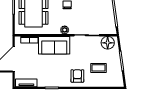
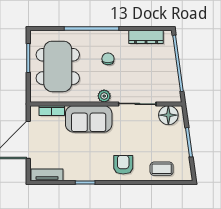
coffee table: (99, 68) -> (162, 169), moved

